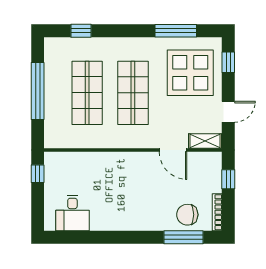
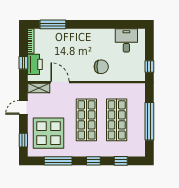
window: (122, 31) -> (93, 161), added
printer: (211, 177) -> (35, 64), added
chair: (187, 215) -> (101, 67), moved

